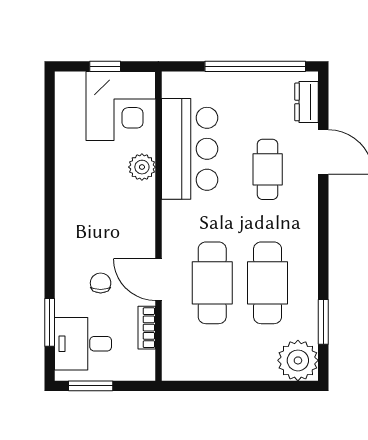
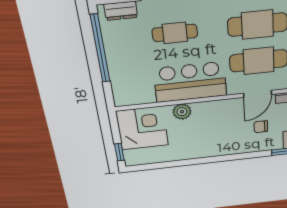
window: (105, 66) -> (119, 152), moved
bar counter: (190, 149) -> (190, 82), moved

